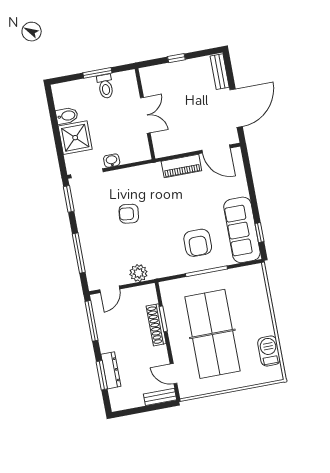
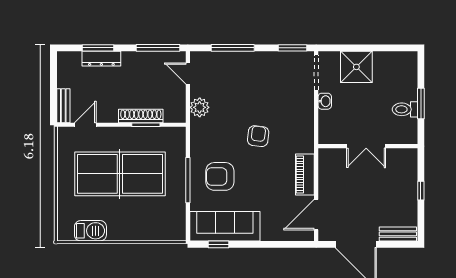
bidet: (67, 116) -> (381, 62), removed
armchair: (129, 214) -> (258, 136), moved

